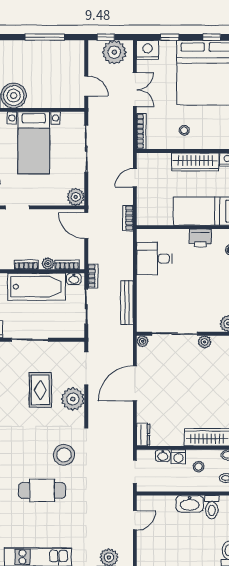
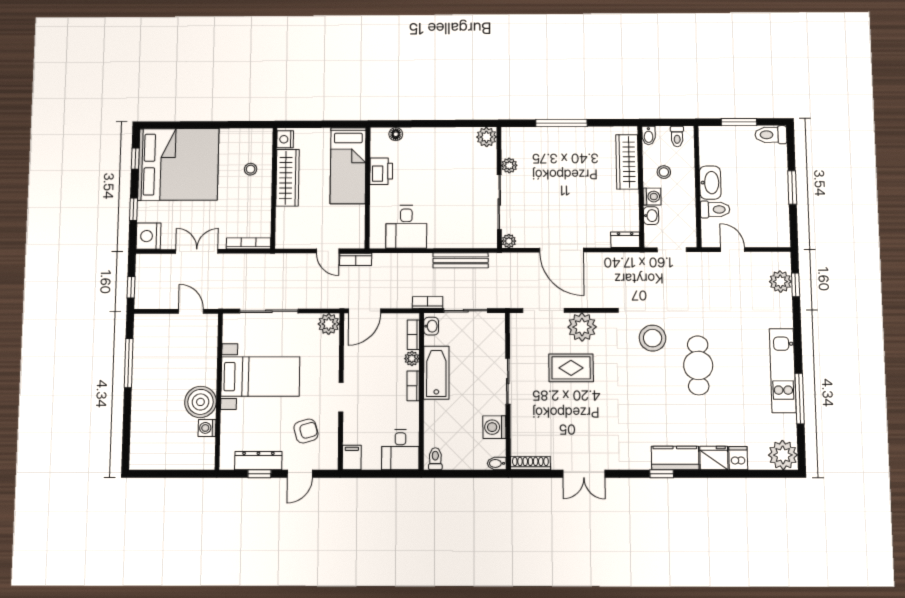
plant: (114, 52) -> (150, 277), removed
door: (86, 86) -> (191, 311), hinge flipped
stool: (184, 130) -> (251, 169), moved
door: (135, 178) -> (328, 251), moved
bathtub: (37, 287) -> (436, 373), width x0.73, depth x0.73
toilet: (212, 507) -> (715, 209), moved

